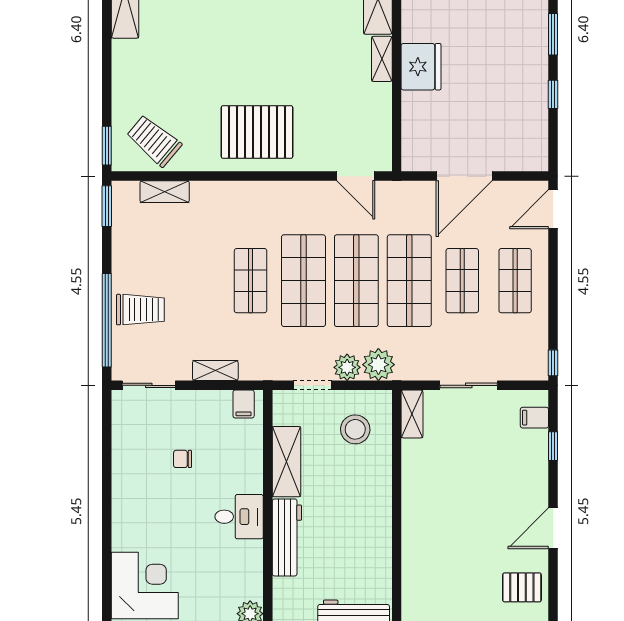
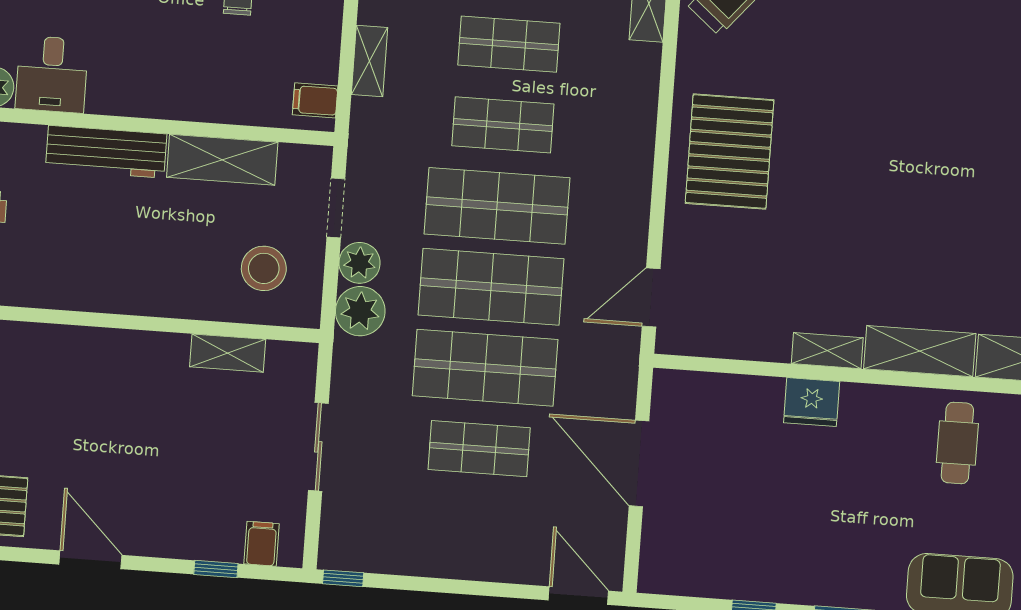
fridge: (421, 67) -> (812, 402), width x0.73, depth x0.75
shop shelf: (515, 281) -> (509, 44), moved
shelving: (412, 414) -> (228, 353), moved
desk: (239, 517) -> (52, 74), moved

